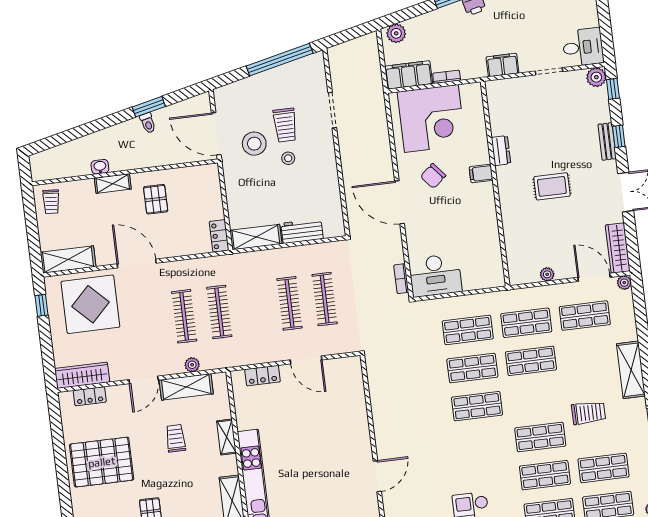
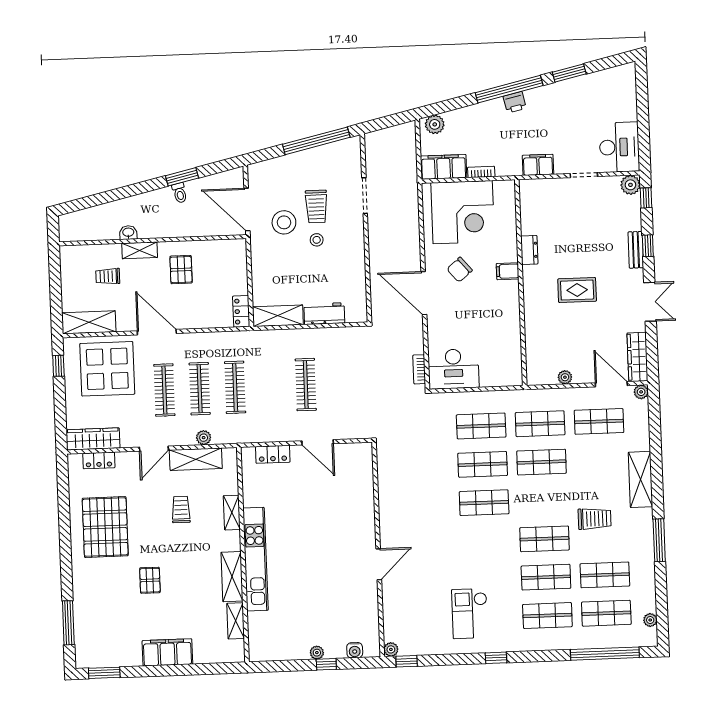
desk: (583, 47) -> (619, 147), width x1.37
trolley: (51, 202) -> (108, 276), moved, turned 86
clothes rail: (325, 299) -> (164, 390), moved
pallet: (102, 462) -> (105, 527), turned 90

